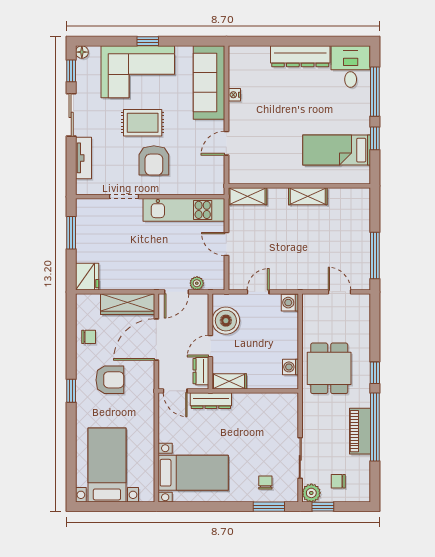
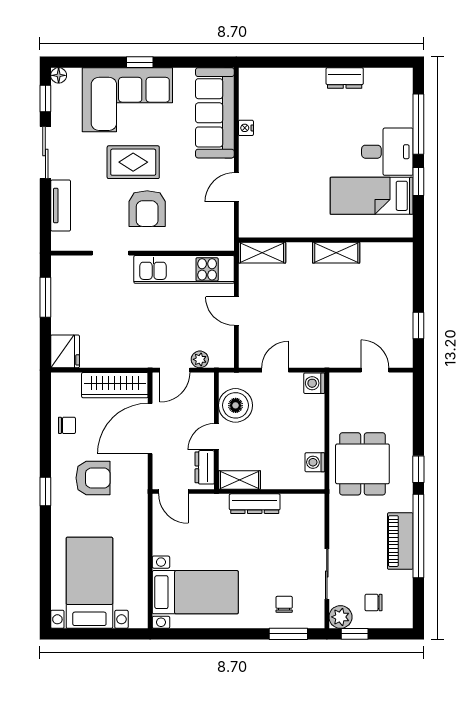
dresser: (300, 56) -> (345, 78), width x0.51, depth x0.80
desk: (351, 67) -> (387, 152), moved, turned 90
window: (375, 256) -> (418, 325), width x0.46
dresser: (211, 401) -> (255, 504), moved

